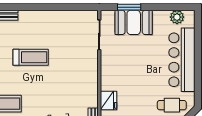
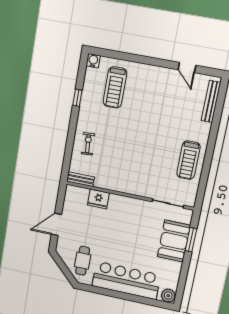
plant: (177, 17) -> (168, 296), moved
treadmill: (31, 57) -> (188, 160), moved

